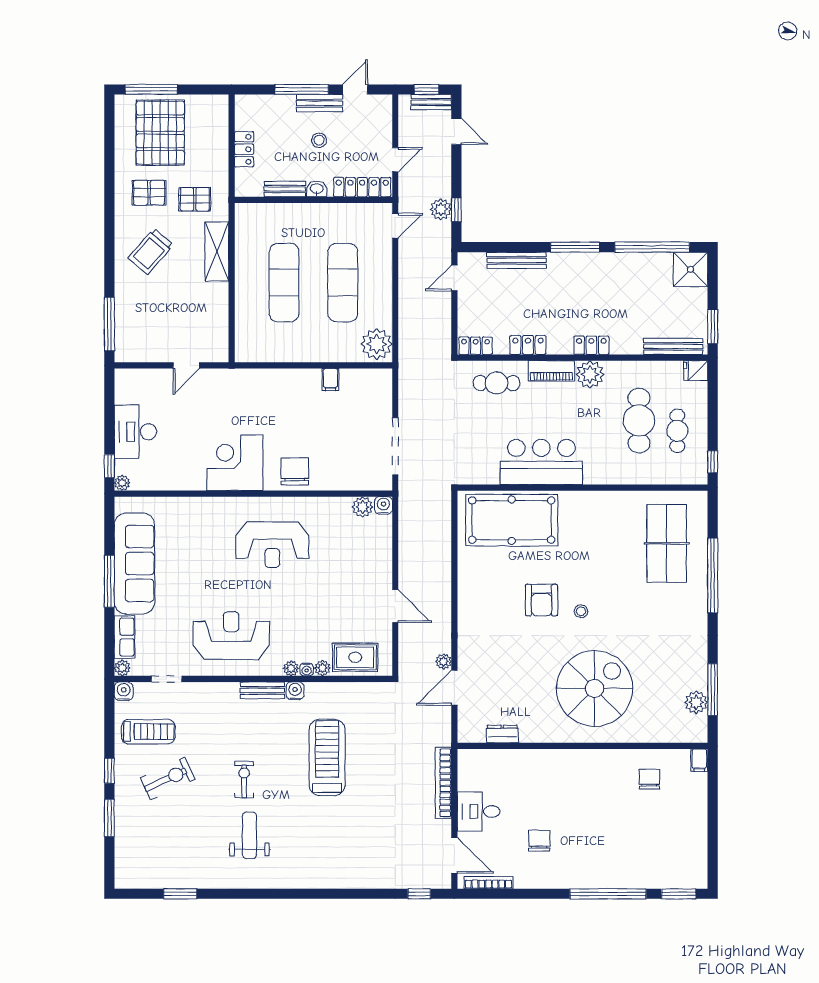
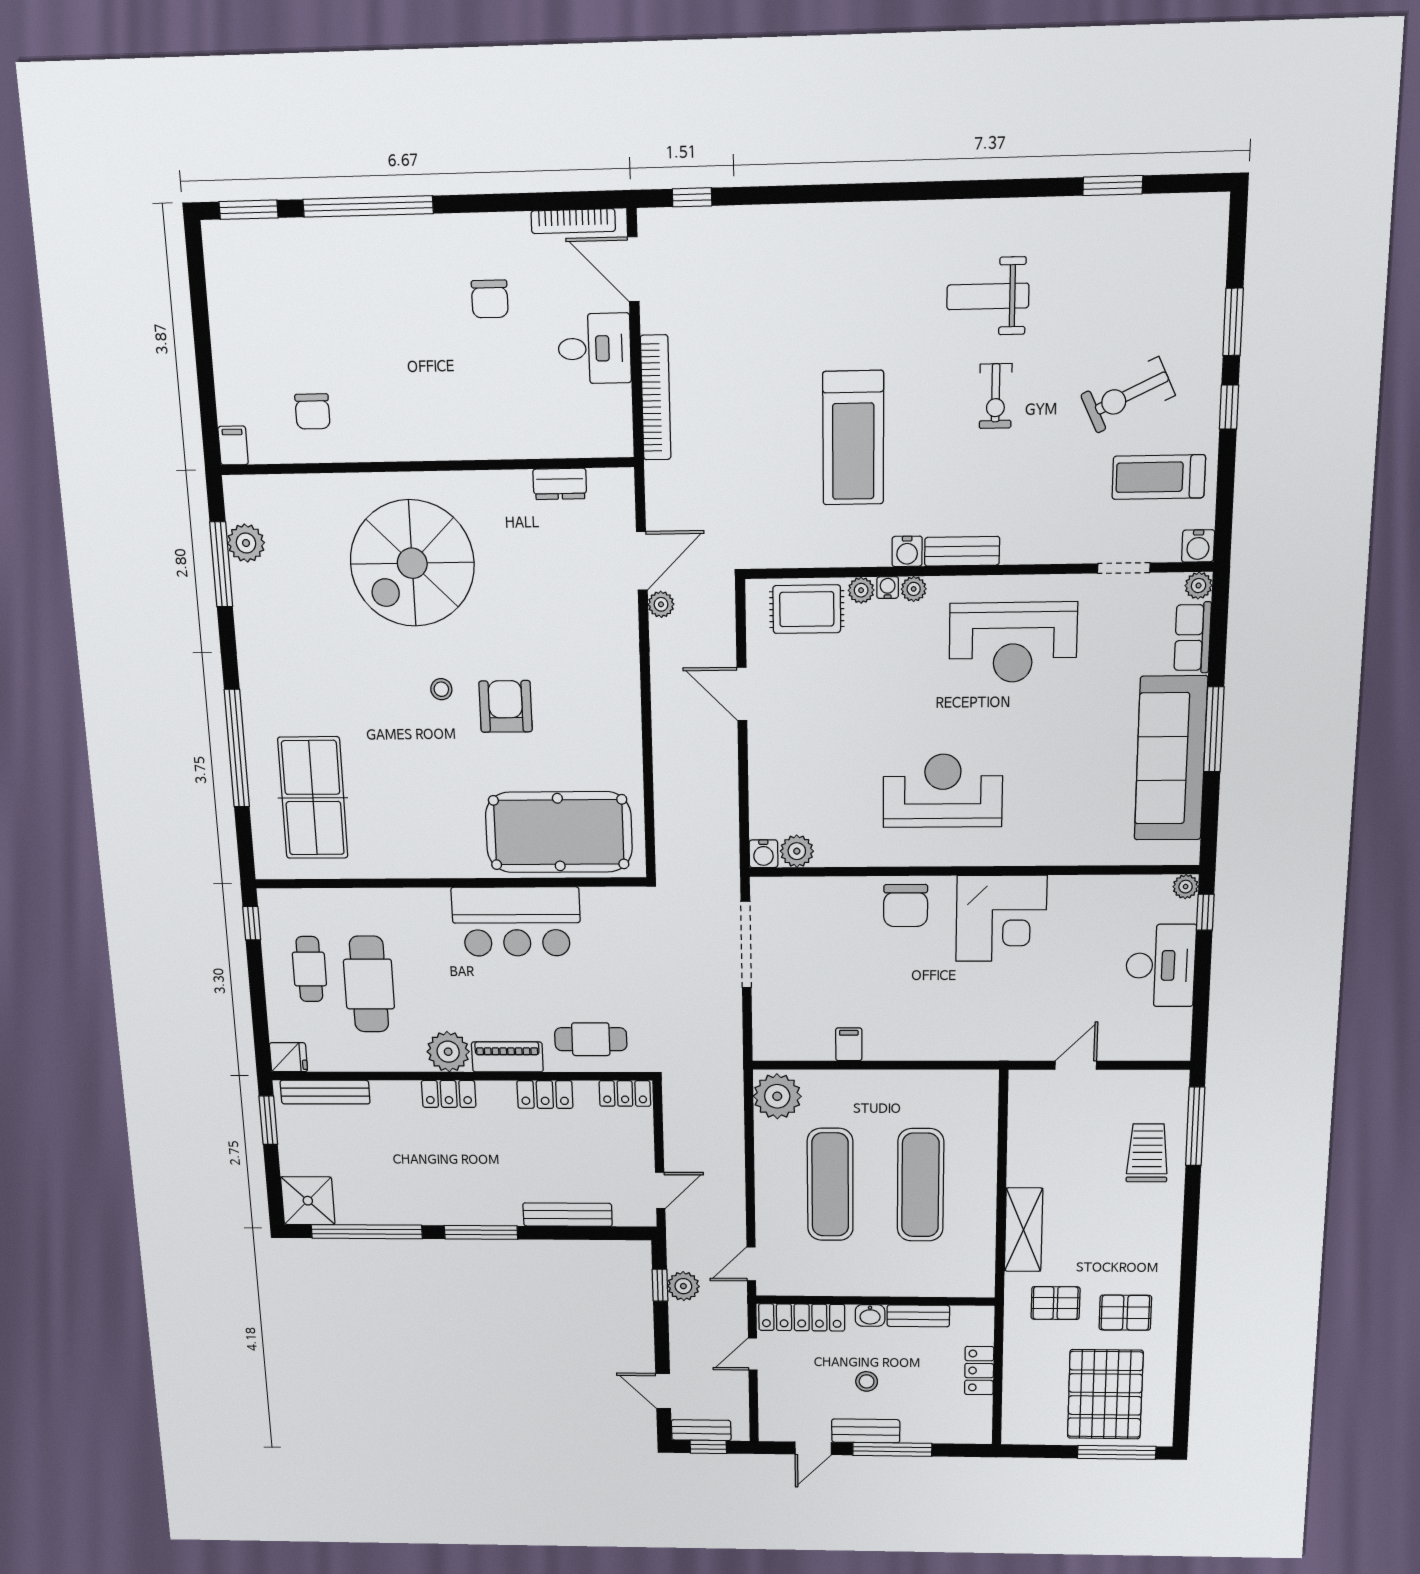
trolley: (151, 251) -> (1147, 1153), moved, turned -41
weight bench: (250, 835) -> (988, 296), turned 90

